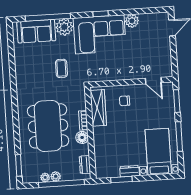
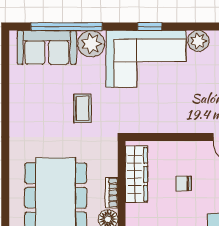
chair: (125, 101) -> (183, 183), moved

